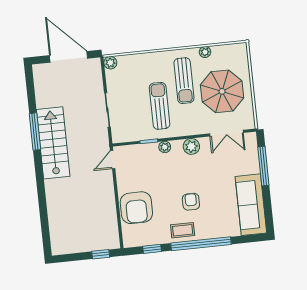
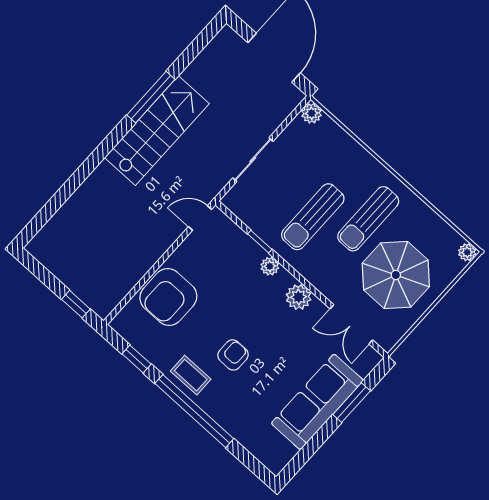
plant: (205, 52) -> (467, 252), moved
sun lounger: (160, 106) -> (313, 217), turned 180
window: (263, 166) -> (352, 403), width x0.69
sofa: (251, 205) -> (317, 402), moved

